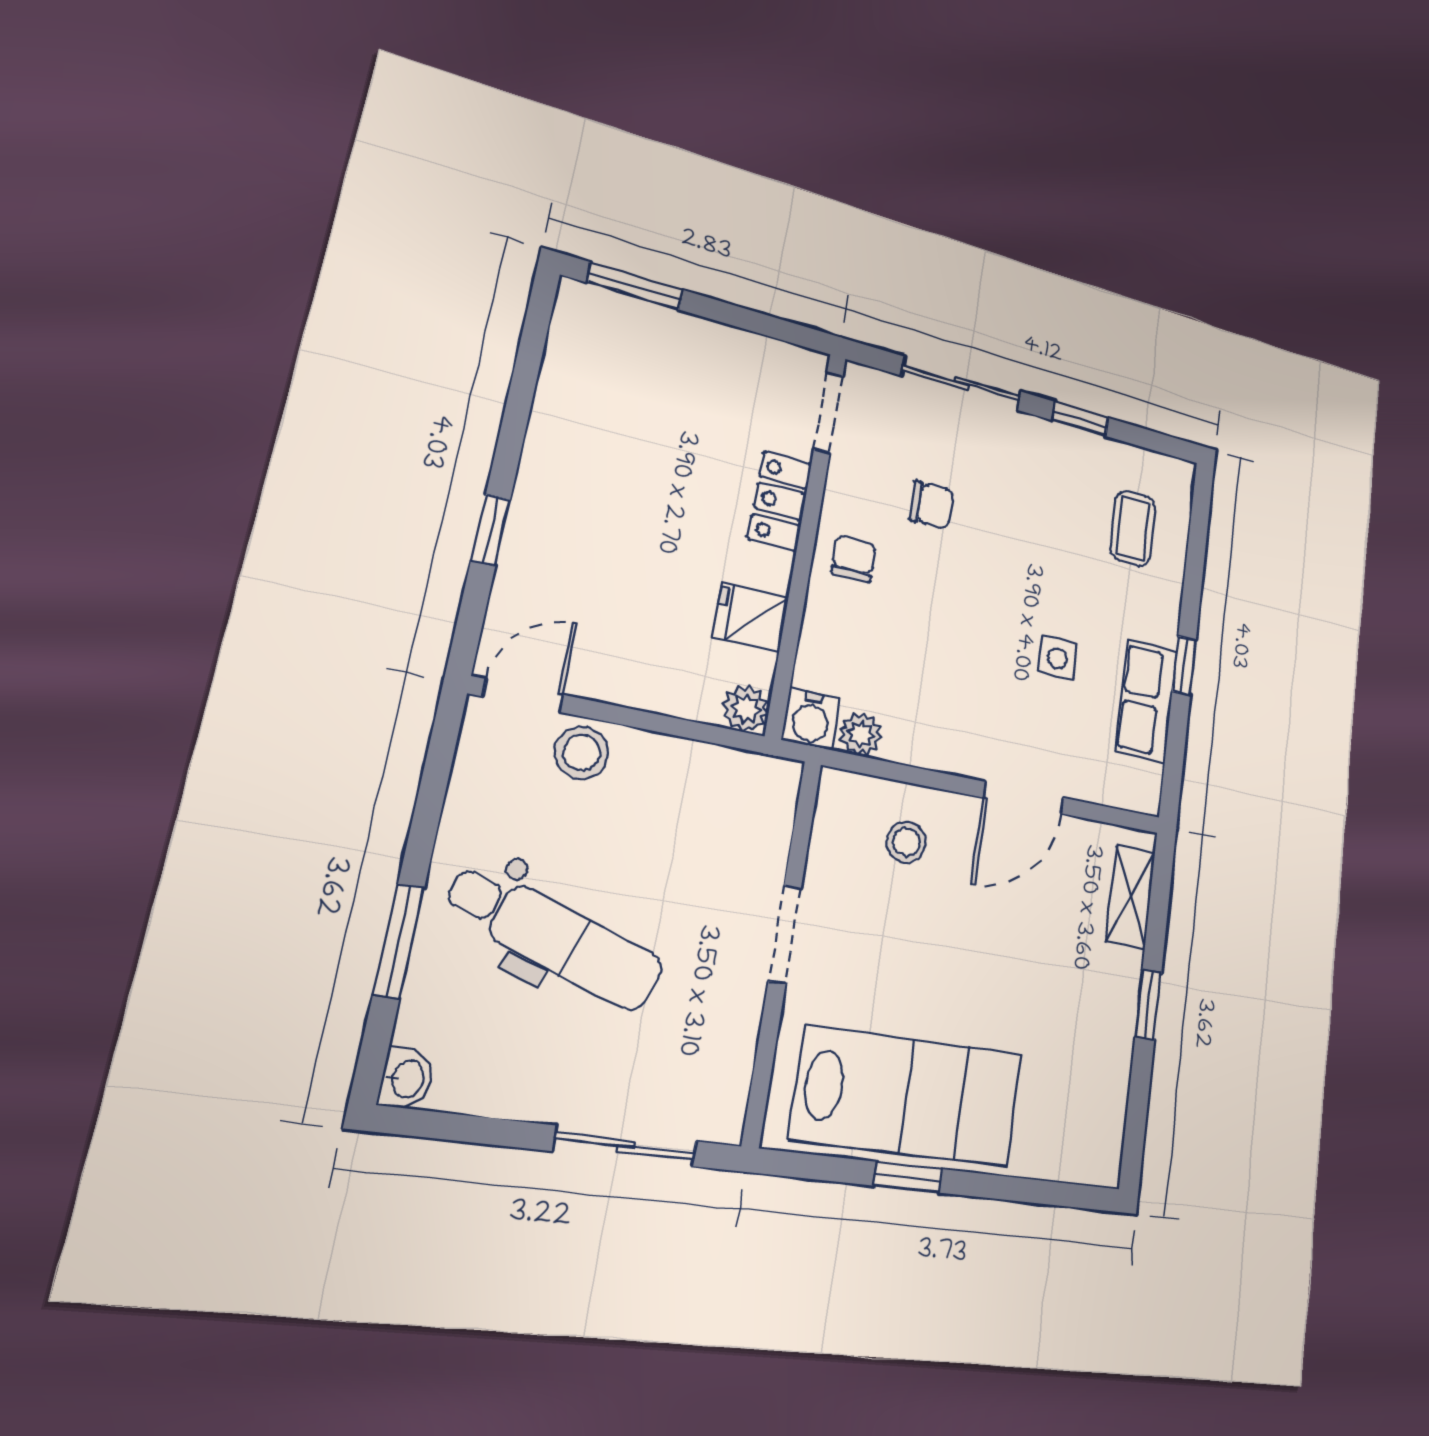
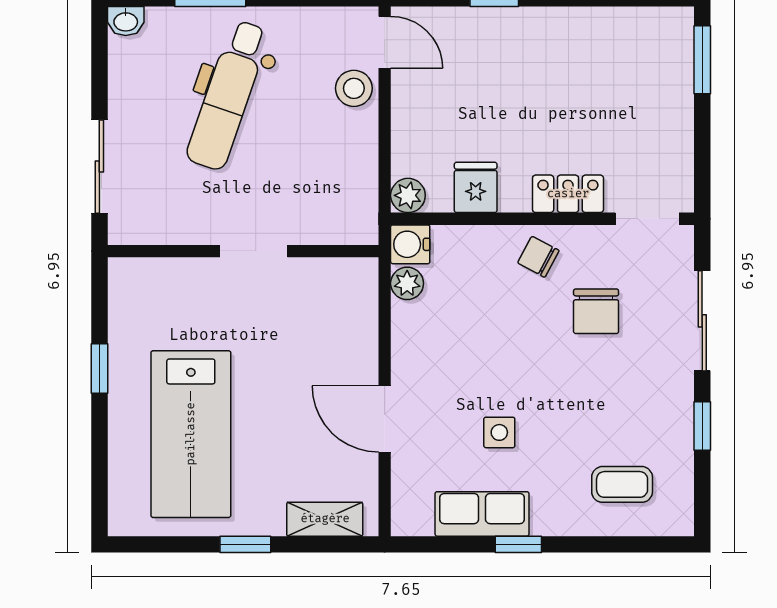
chair: (932, 505) -> (596, 311), width x1.37, depth x1.37
chair: (854, 559) -> (538, 257), turned -152
stool: (907, 842) -> (334, 331), removed
lab bench: (908, 1096) -> (191, 434), moved

